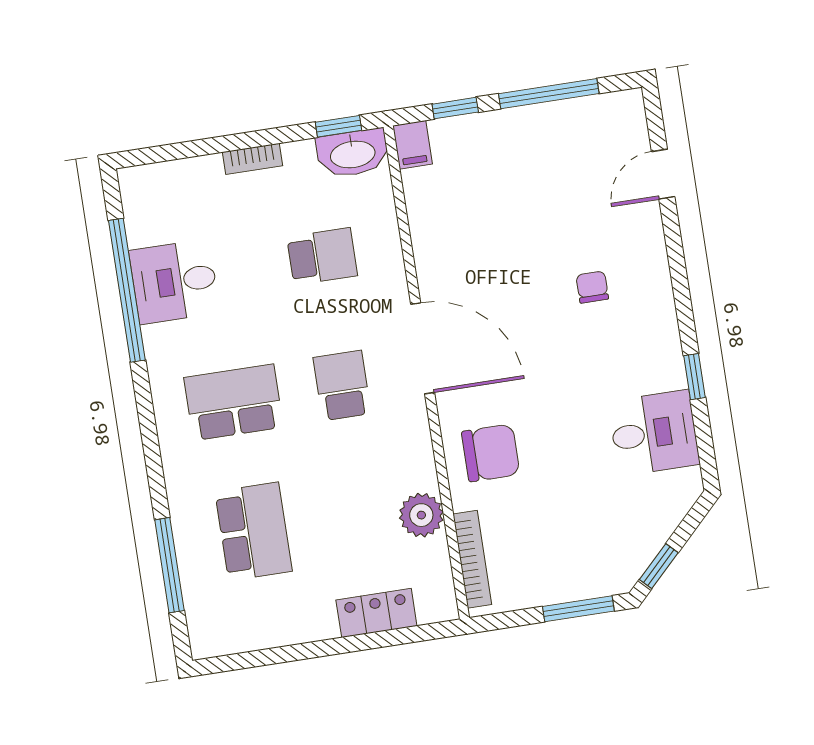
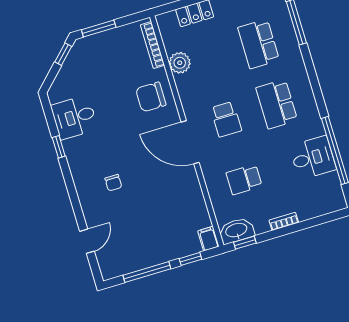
school desk: (234, 402) -> (277, 104), turned 90

